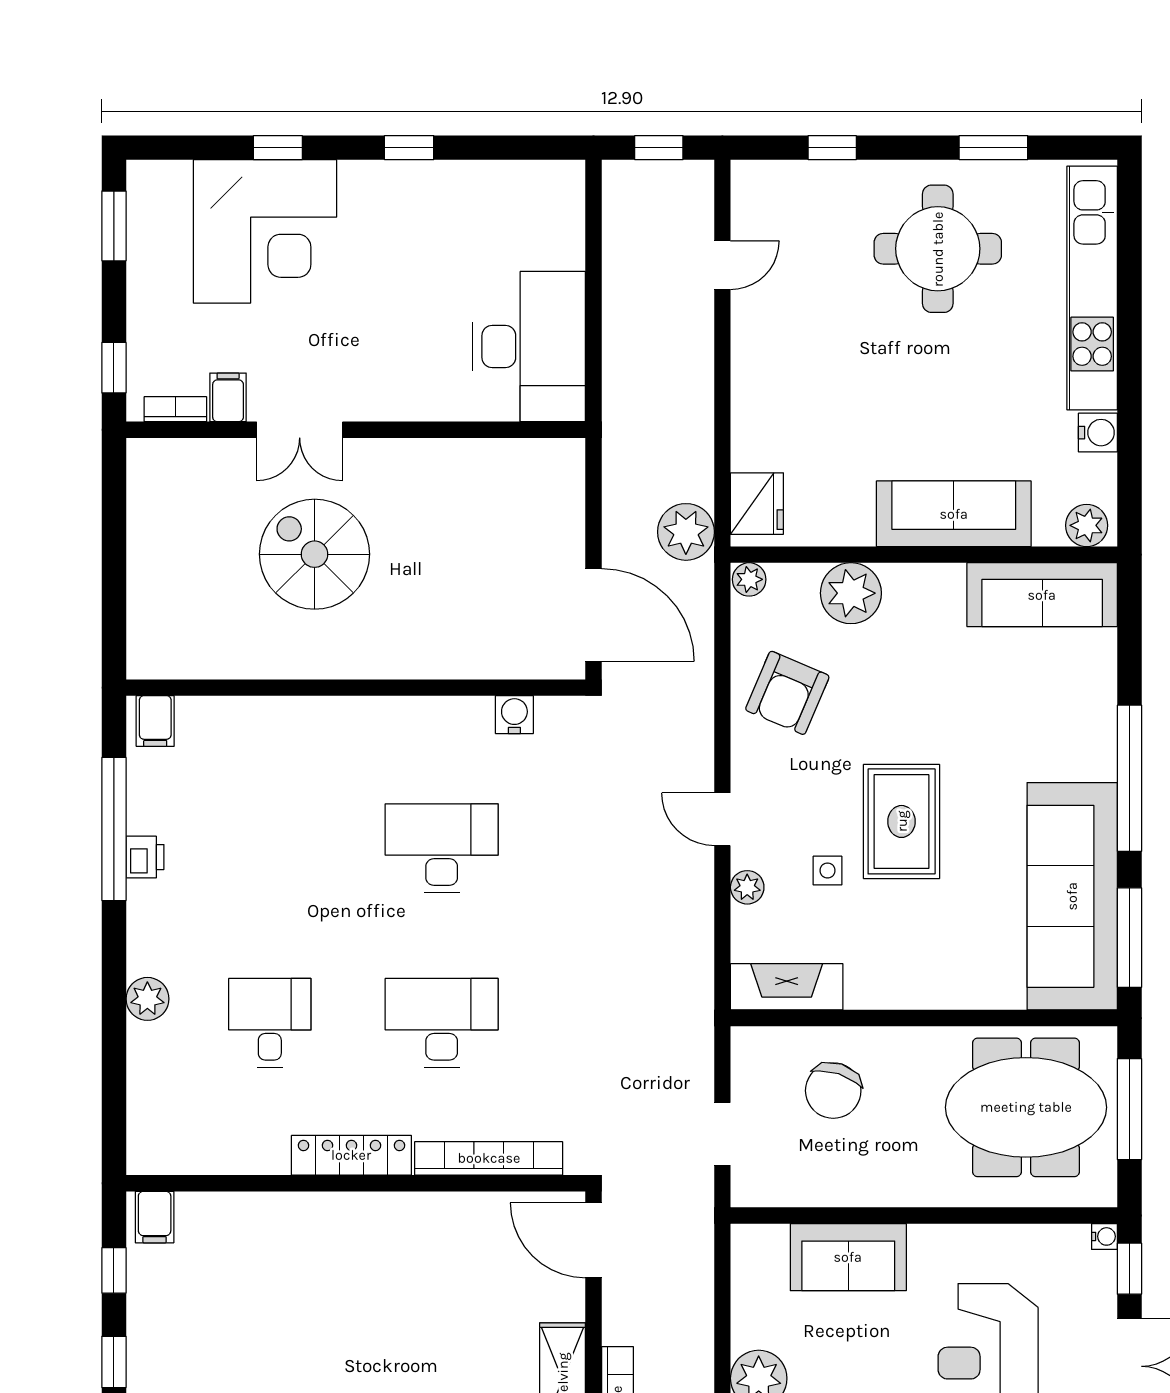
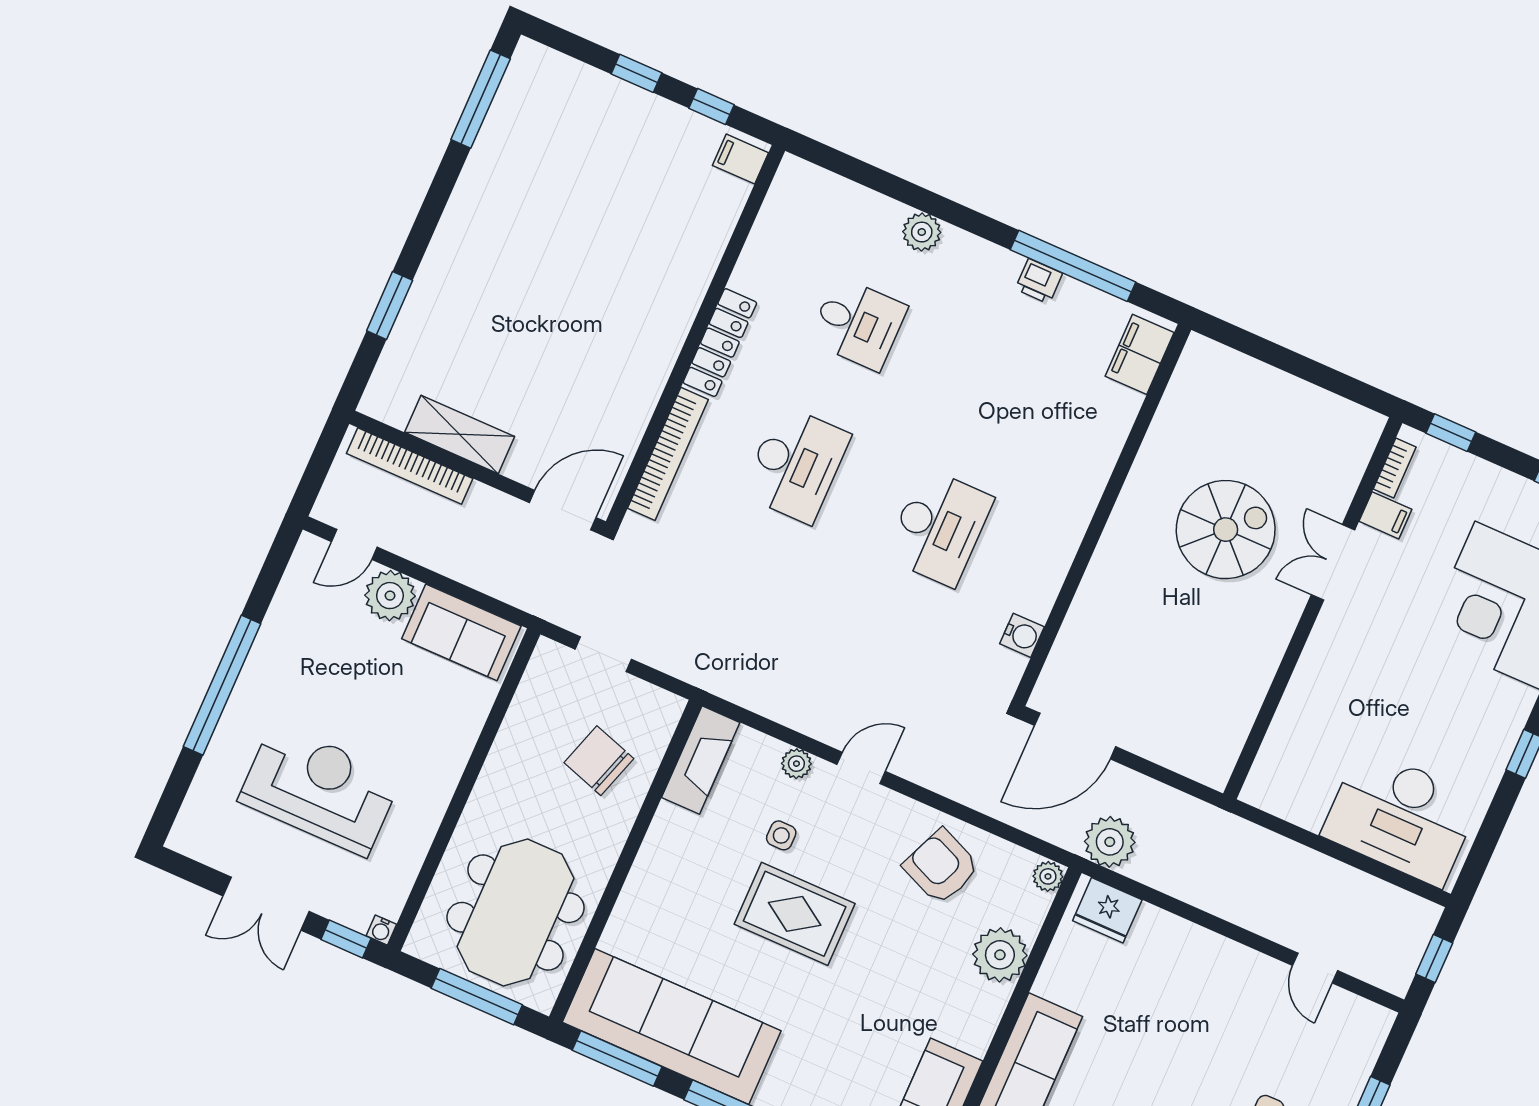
desk: (529, 347) -> (1401, 817), moved
filing cabinet: (155, 721) -> (1140, 354), width x2.00
sofa: (848, 1257) -> (461, 632), moved, turned -90

